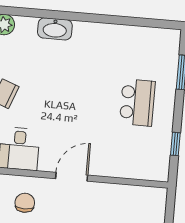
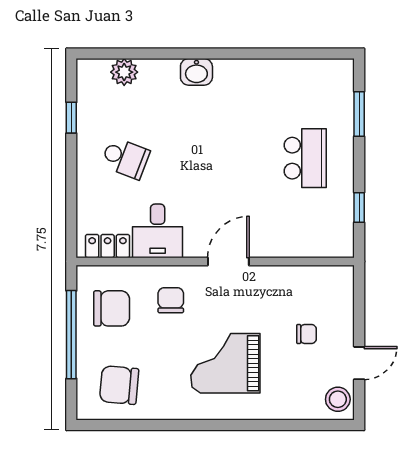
washbasin: (55, 29) -> (196, 72), width x0.72

